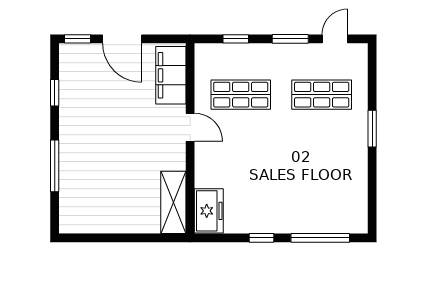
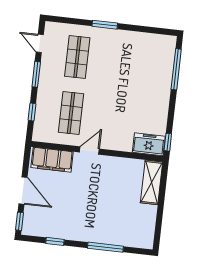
door: (122, 39) -> (23, 191), hinge flipped
shelving: (173, 202) -> (152, 182), moved, turned 90
window: (262, 238) -> (168, 142), moved

